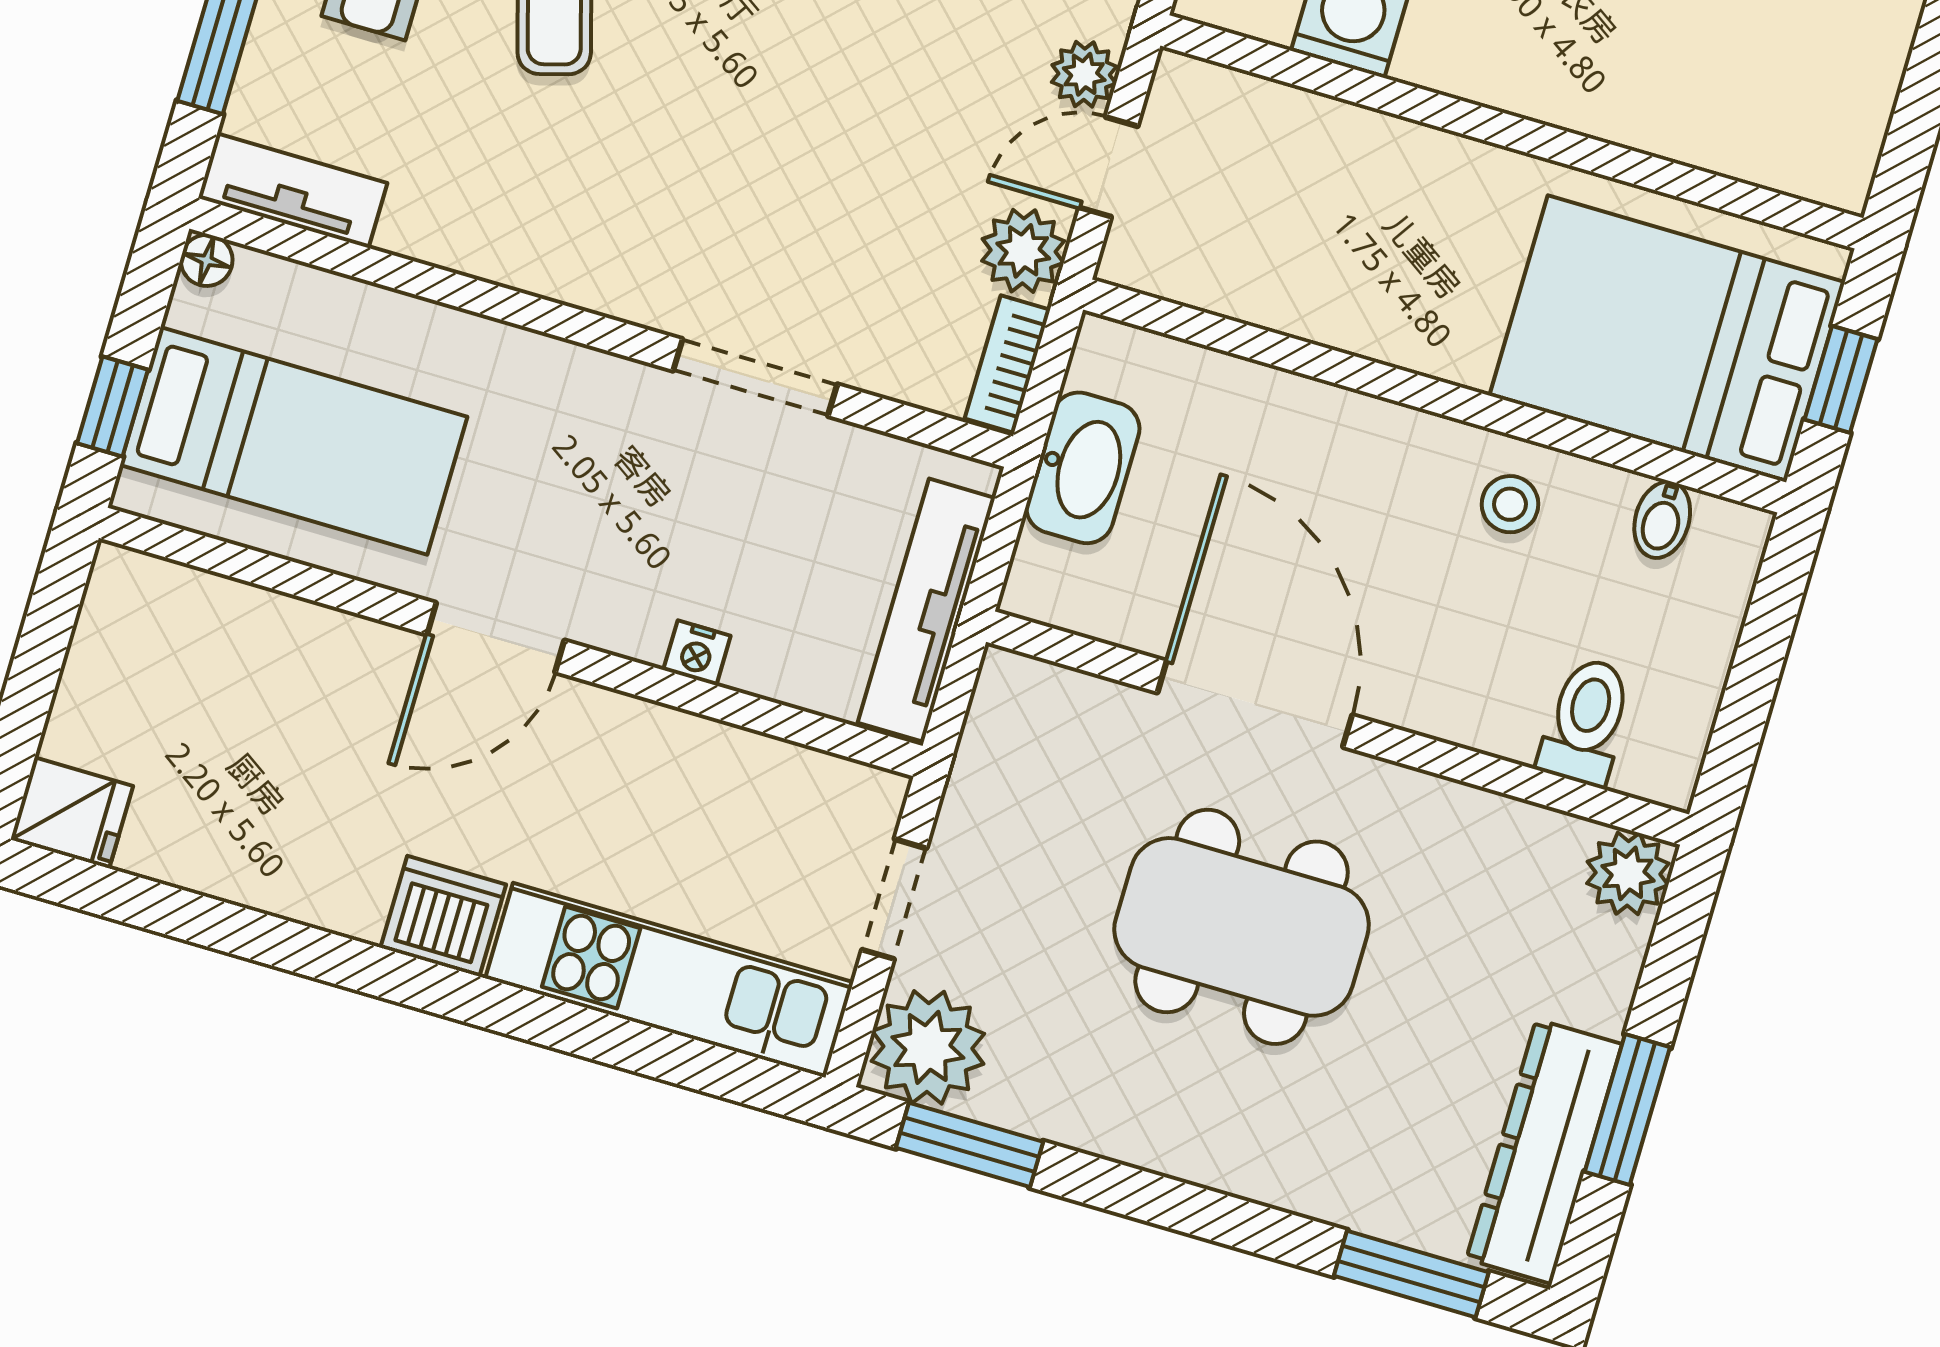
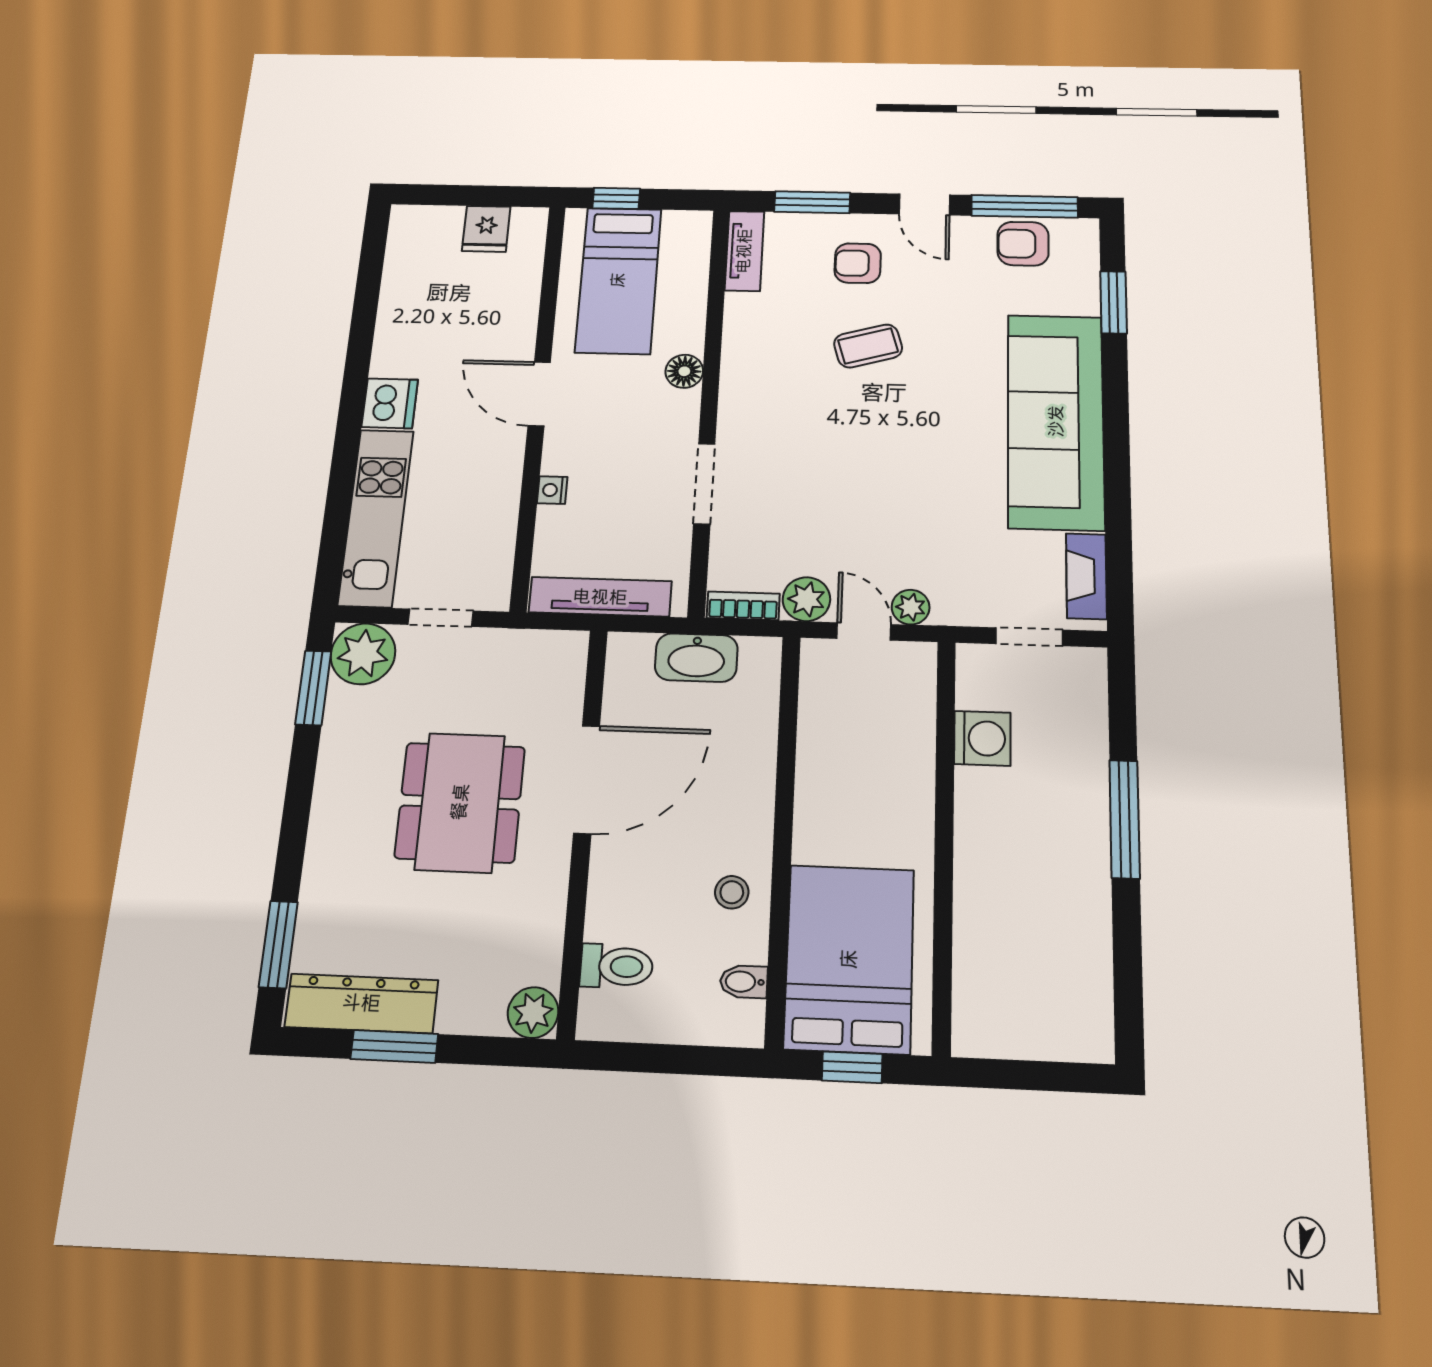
floor lamp: (207, 260) -> (684, 371), moved, width x1.37, depth x1.37
fridge: (72, 813) -> (486, 229), moved

